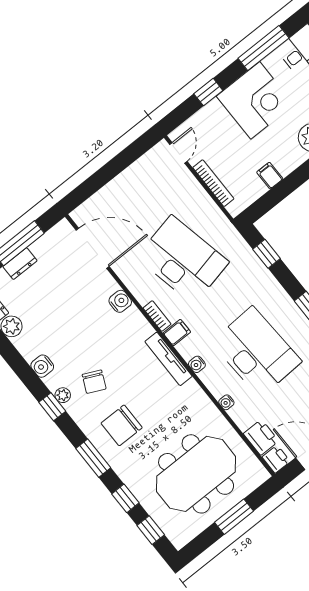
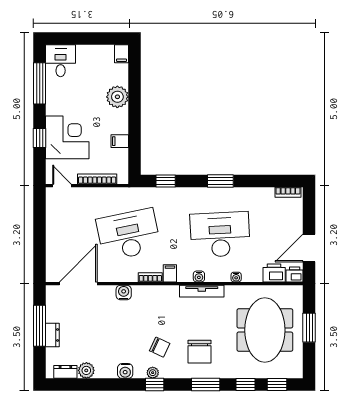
corner desk: (255, 100) -> (67, 137), moved
tv unit: (169, 359) -> (202, 291), moved

